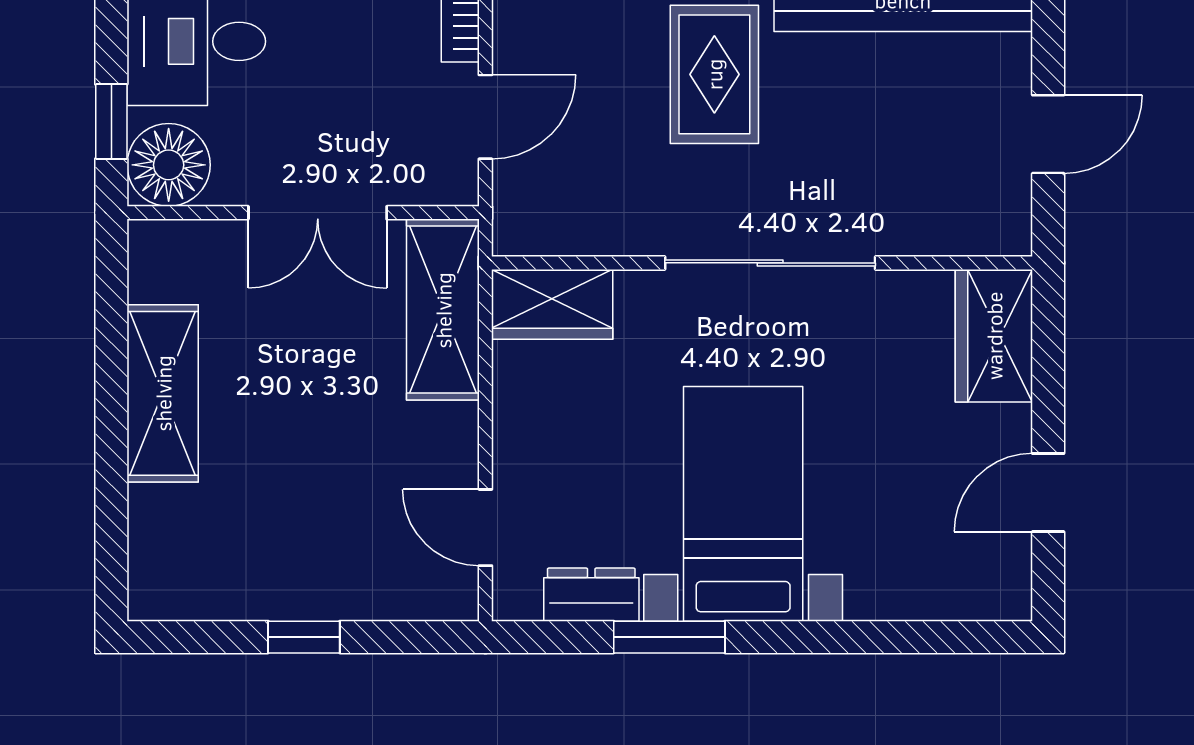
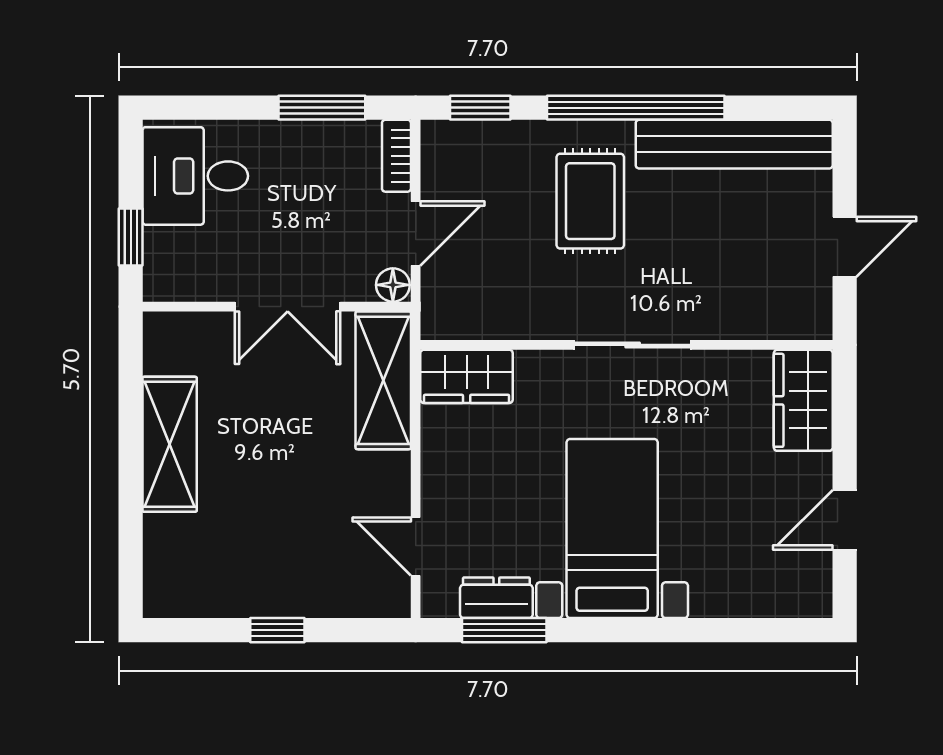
floor lamp: (169, 165) -> (393, 285), moved, width x0.53, depth x0.53
sliding door: (770, 263) -> (633, 345), width x0.73
window: (669, 637) -> (504, 630), moved

